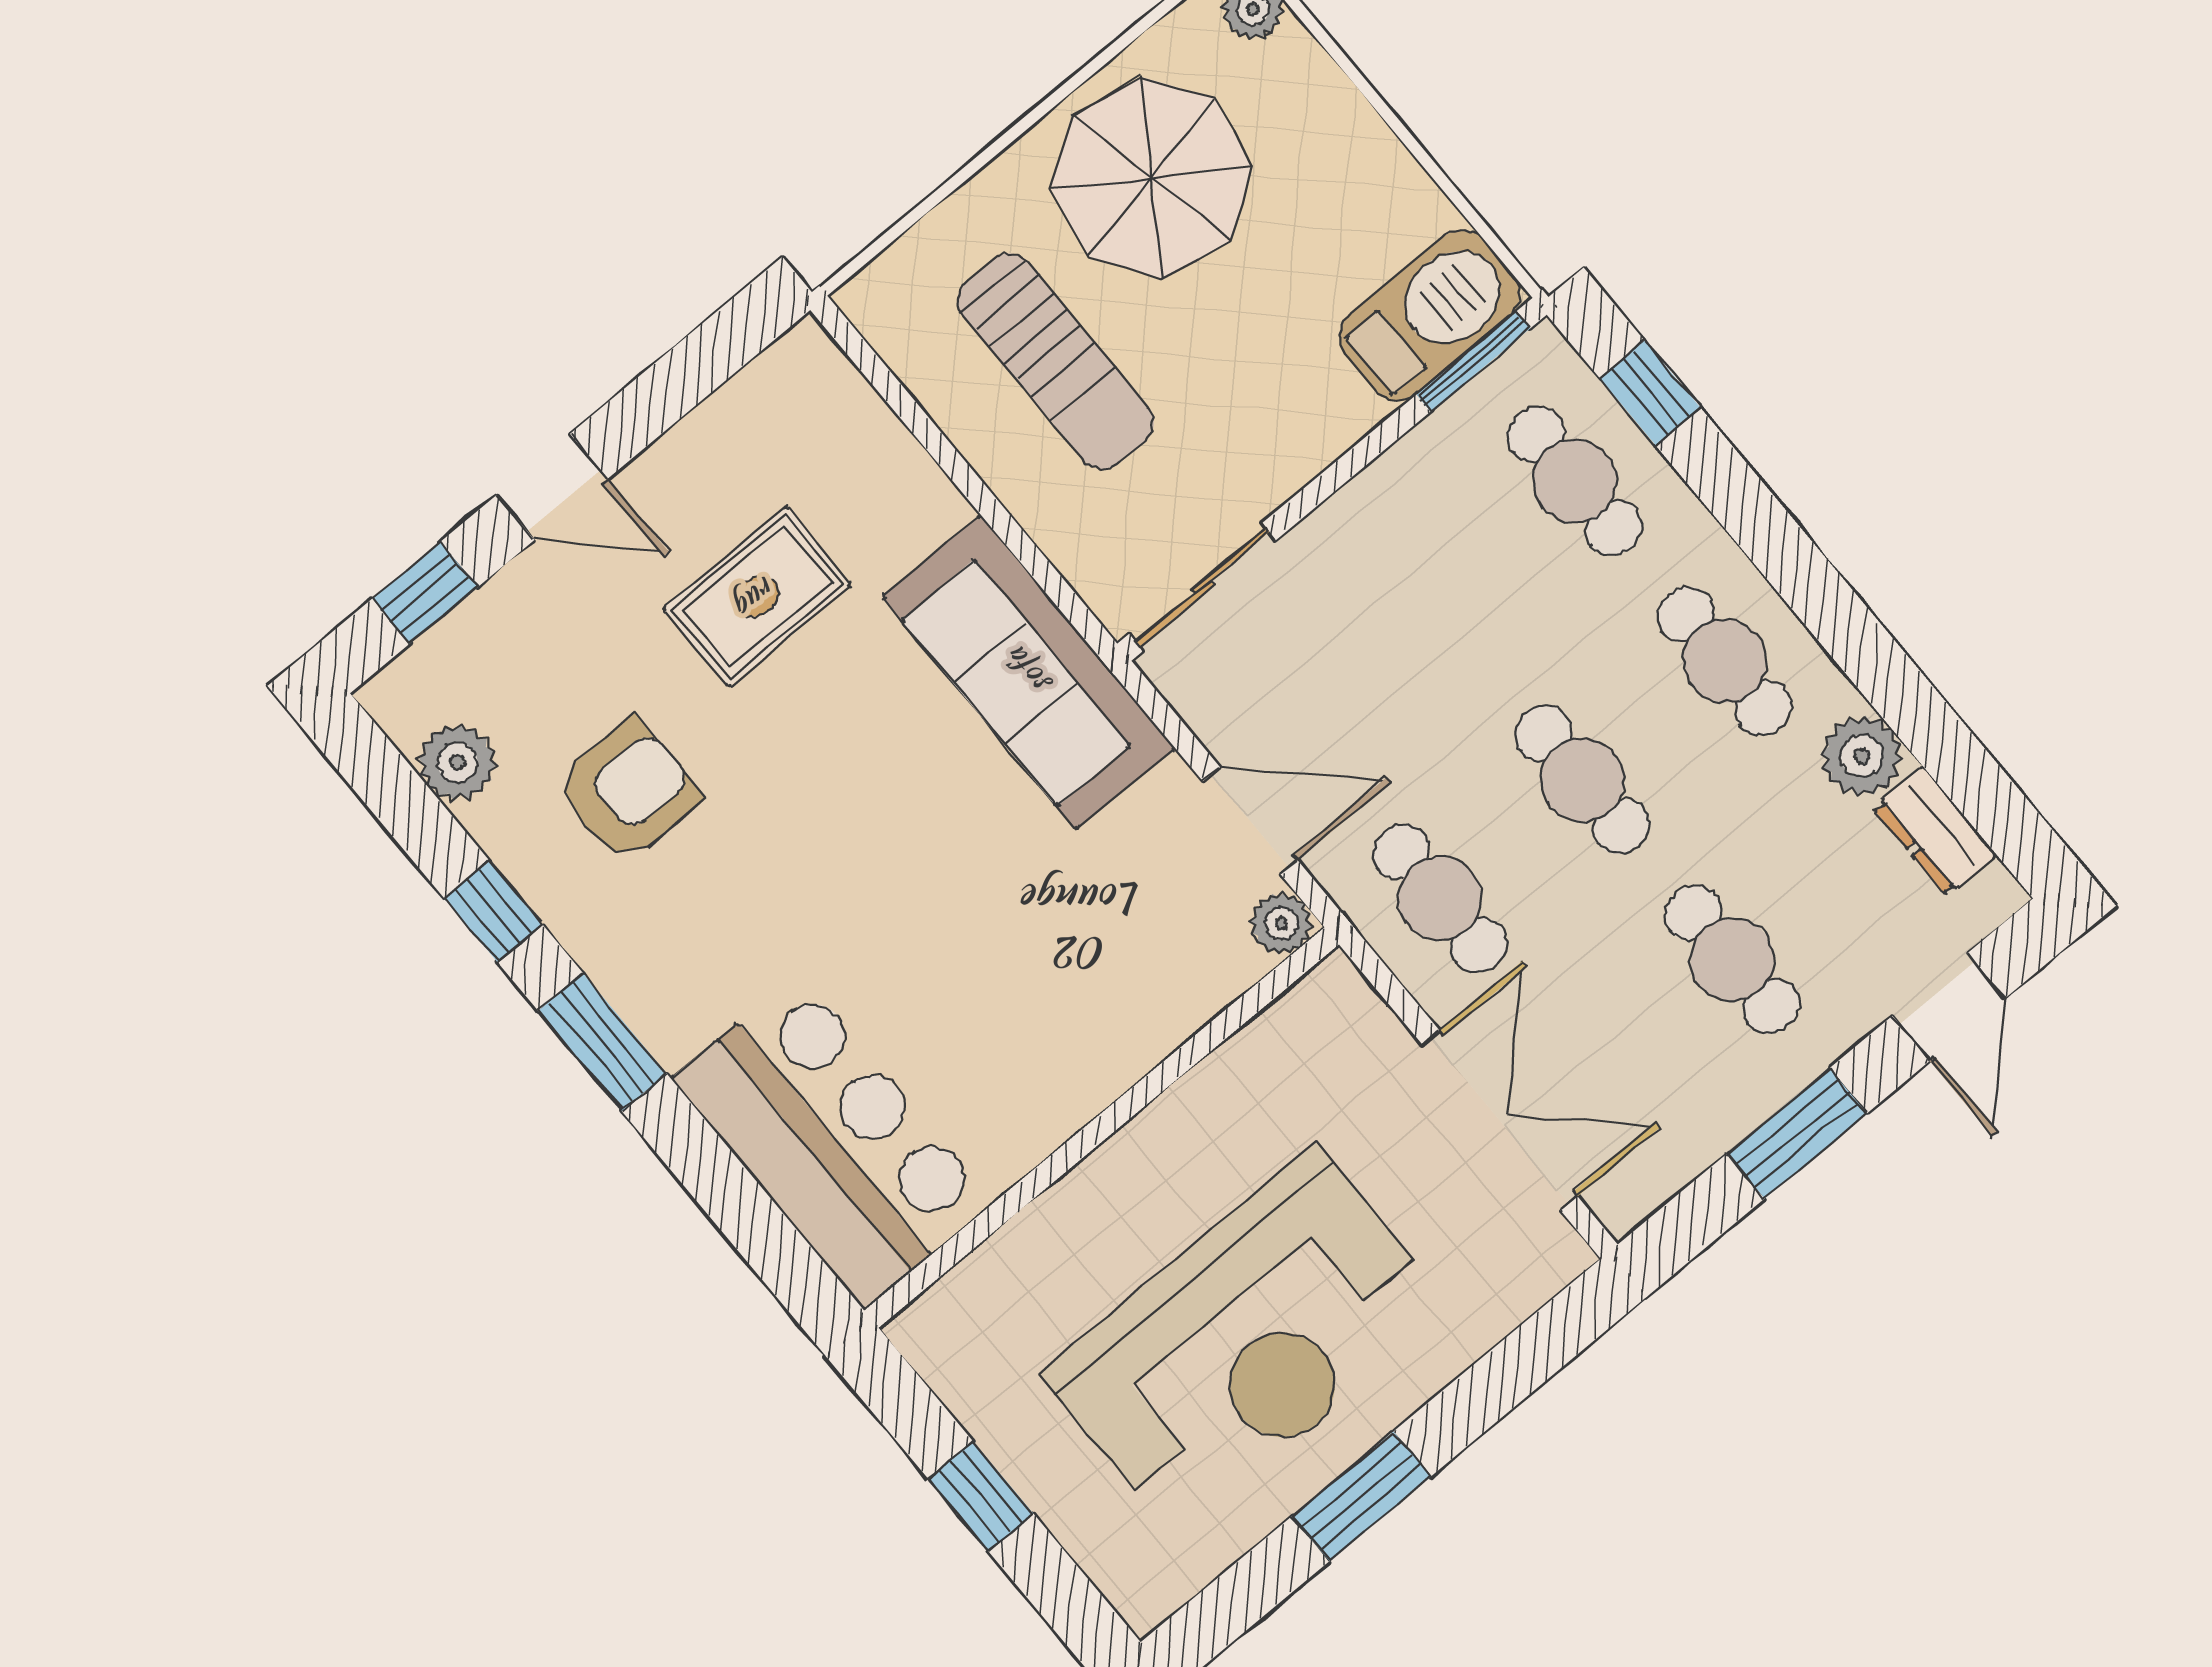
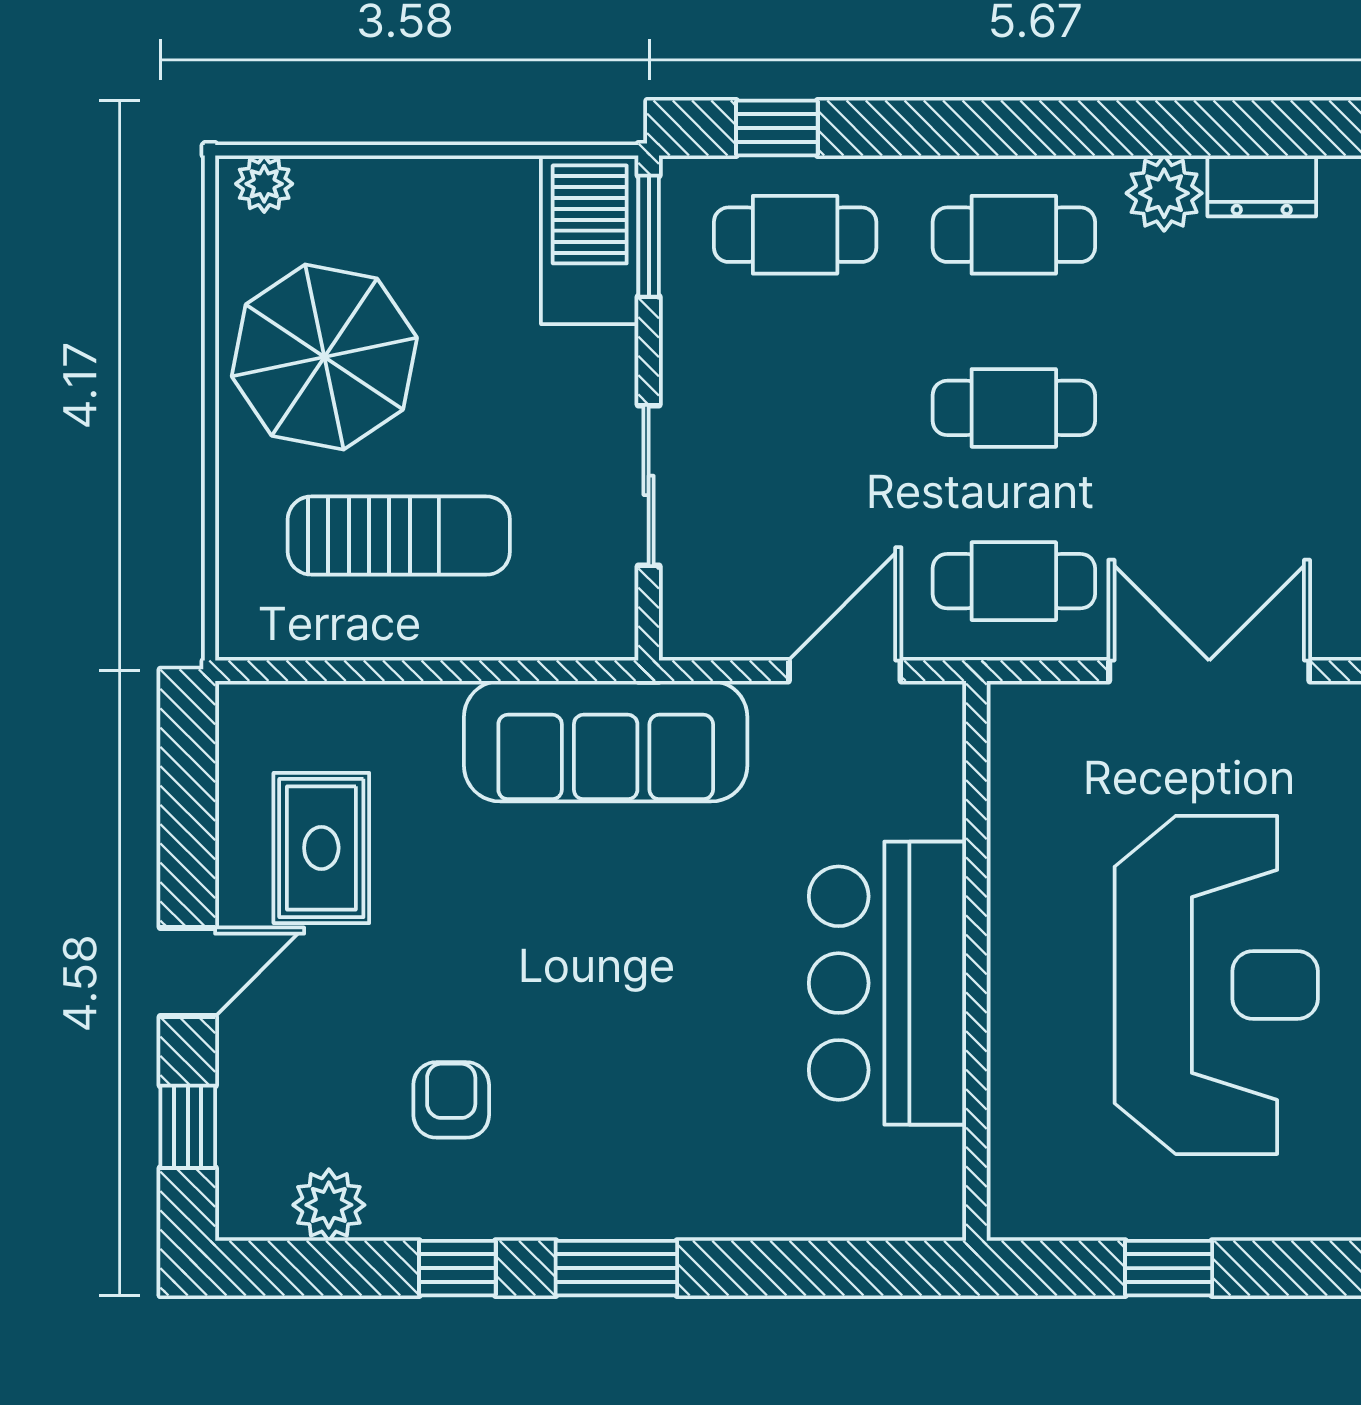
sliding door: (1203, 587) -> (649, 485), moved
rug: (757, 597) -> (321, 848), moved
armchair: (628, 791) -> (451, 1100), width x0.72, depth x0.72
plant: (1281, 923) -> (937, 710), removed
cafe table: (1732, 960) -> (1233, 408), removed
bar counter: (832, 1141) -> (887, 983), moved, turned -90

